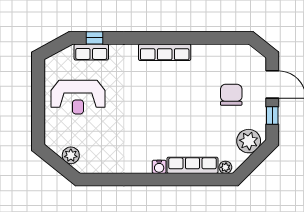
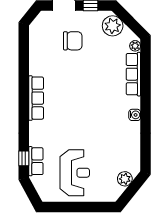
chair: (231, 95) -> (73, 41), turned 180
water cooler: (159, 167) -> (135, 115), moved

